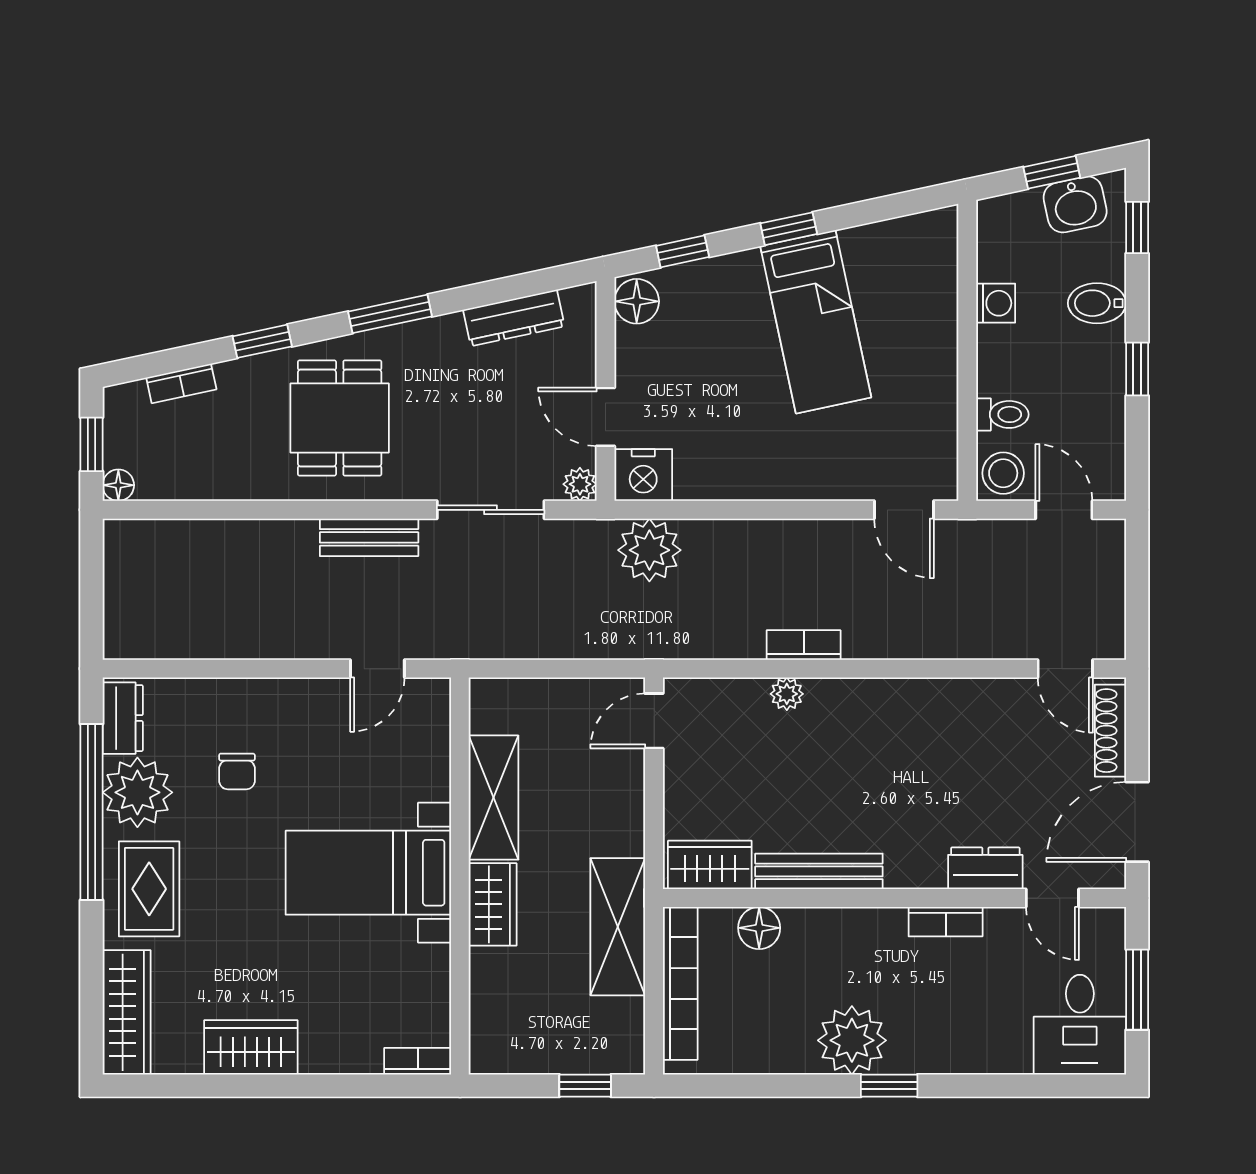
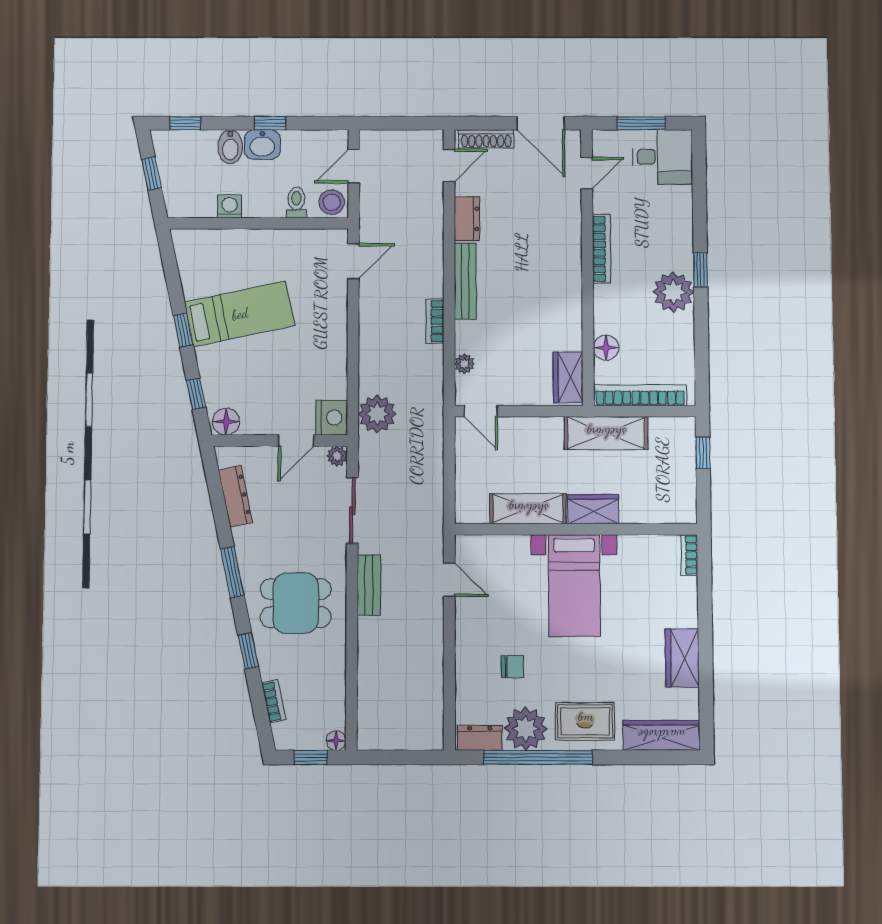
washbasin: (1075, 204) -> (262, 144), moved, turned 102
plant: (787, 694) -> (464, 364), moved
dresser: (985, 868) -> (467, 219), moved, turned 180
bench: (819, 871) -> (465, 281), moved
bookcase: (946, 922) -> (601, 249), width x1.56

